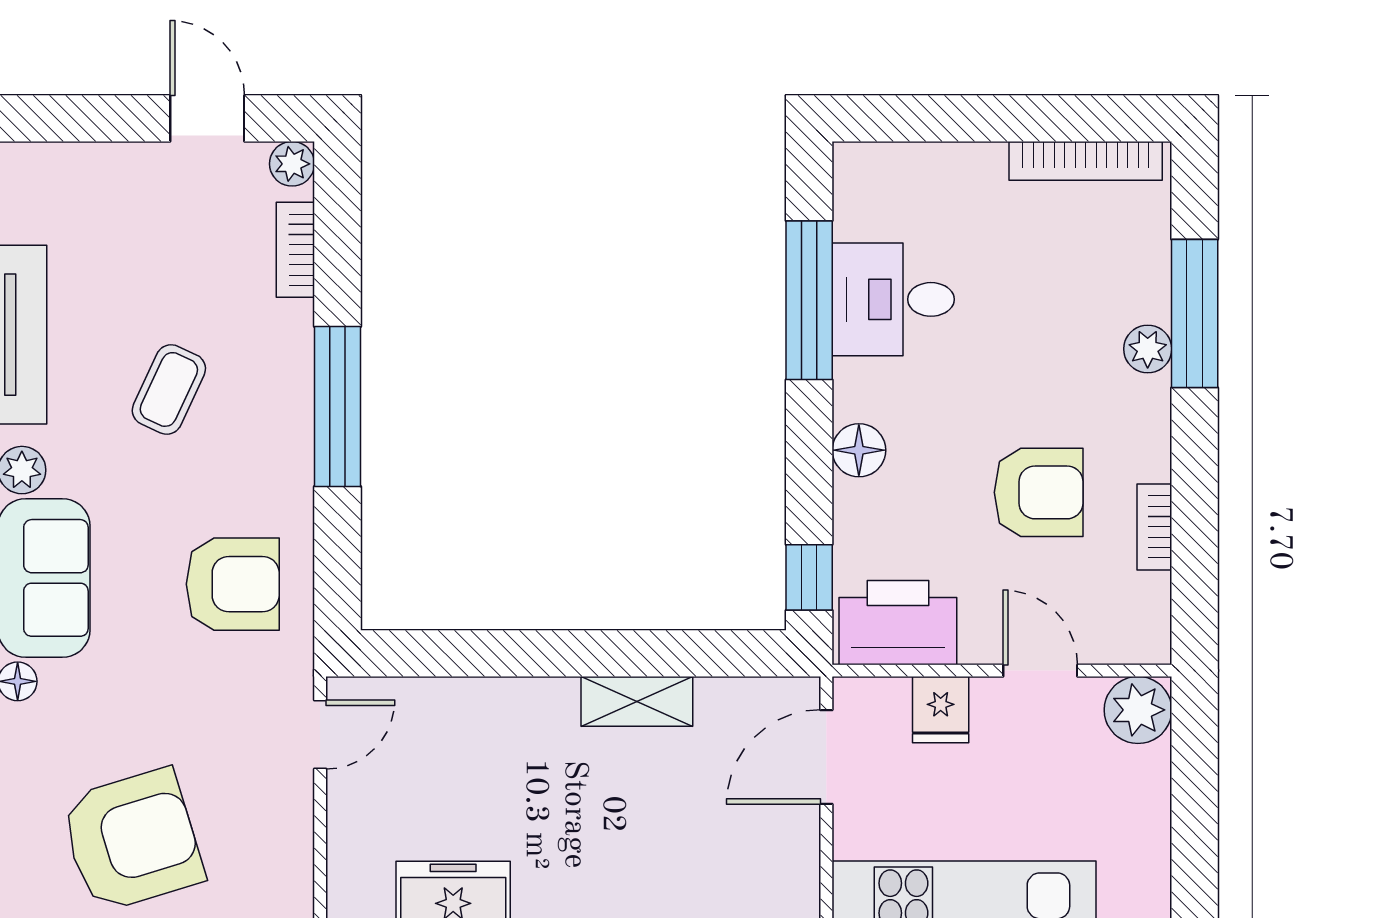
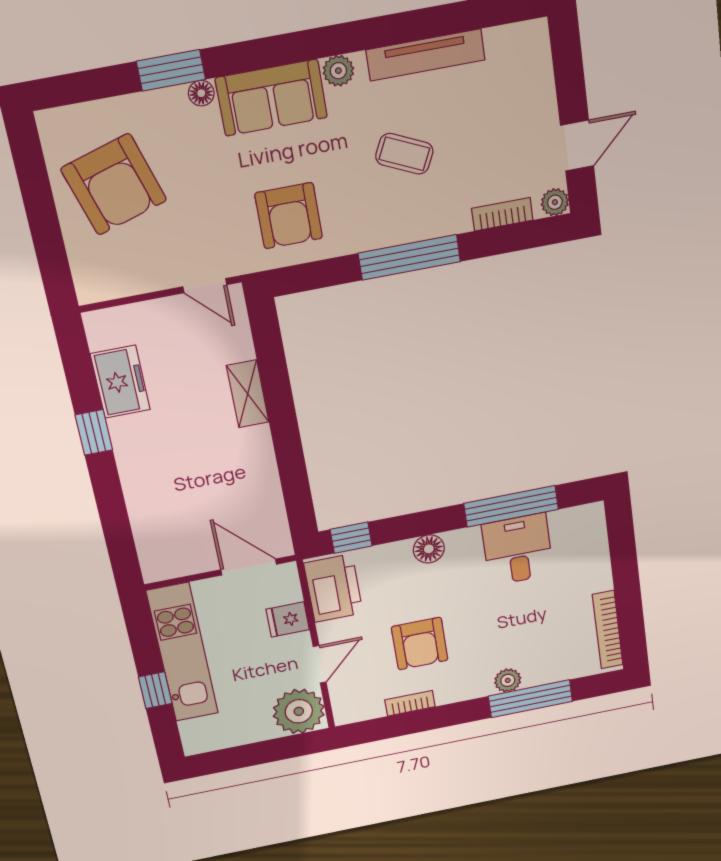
shelving: (637, 701) -> (248, 394), moved
plant: (1138, 710) -> (299, 711), width x1.36, depth x1.36

